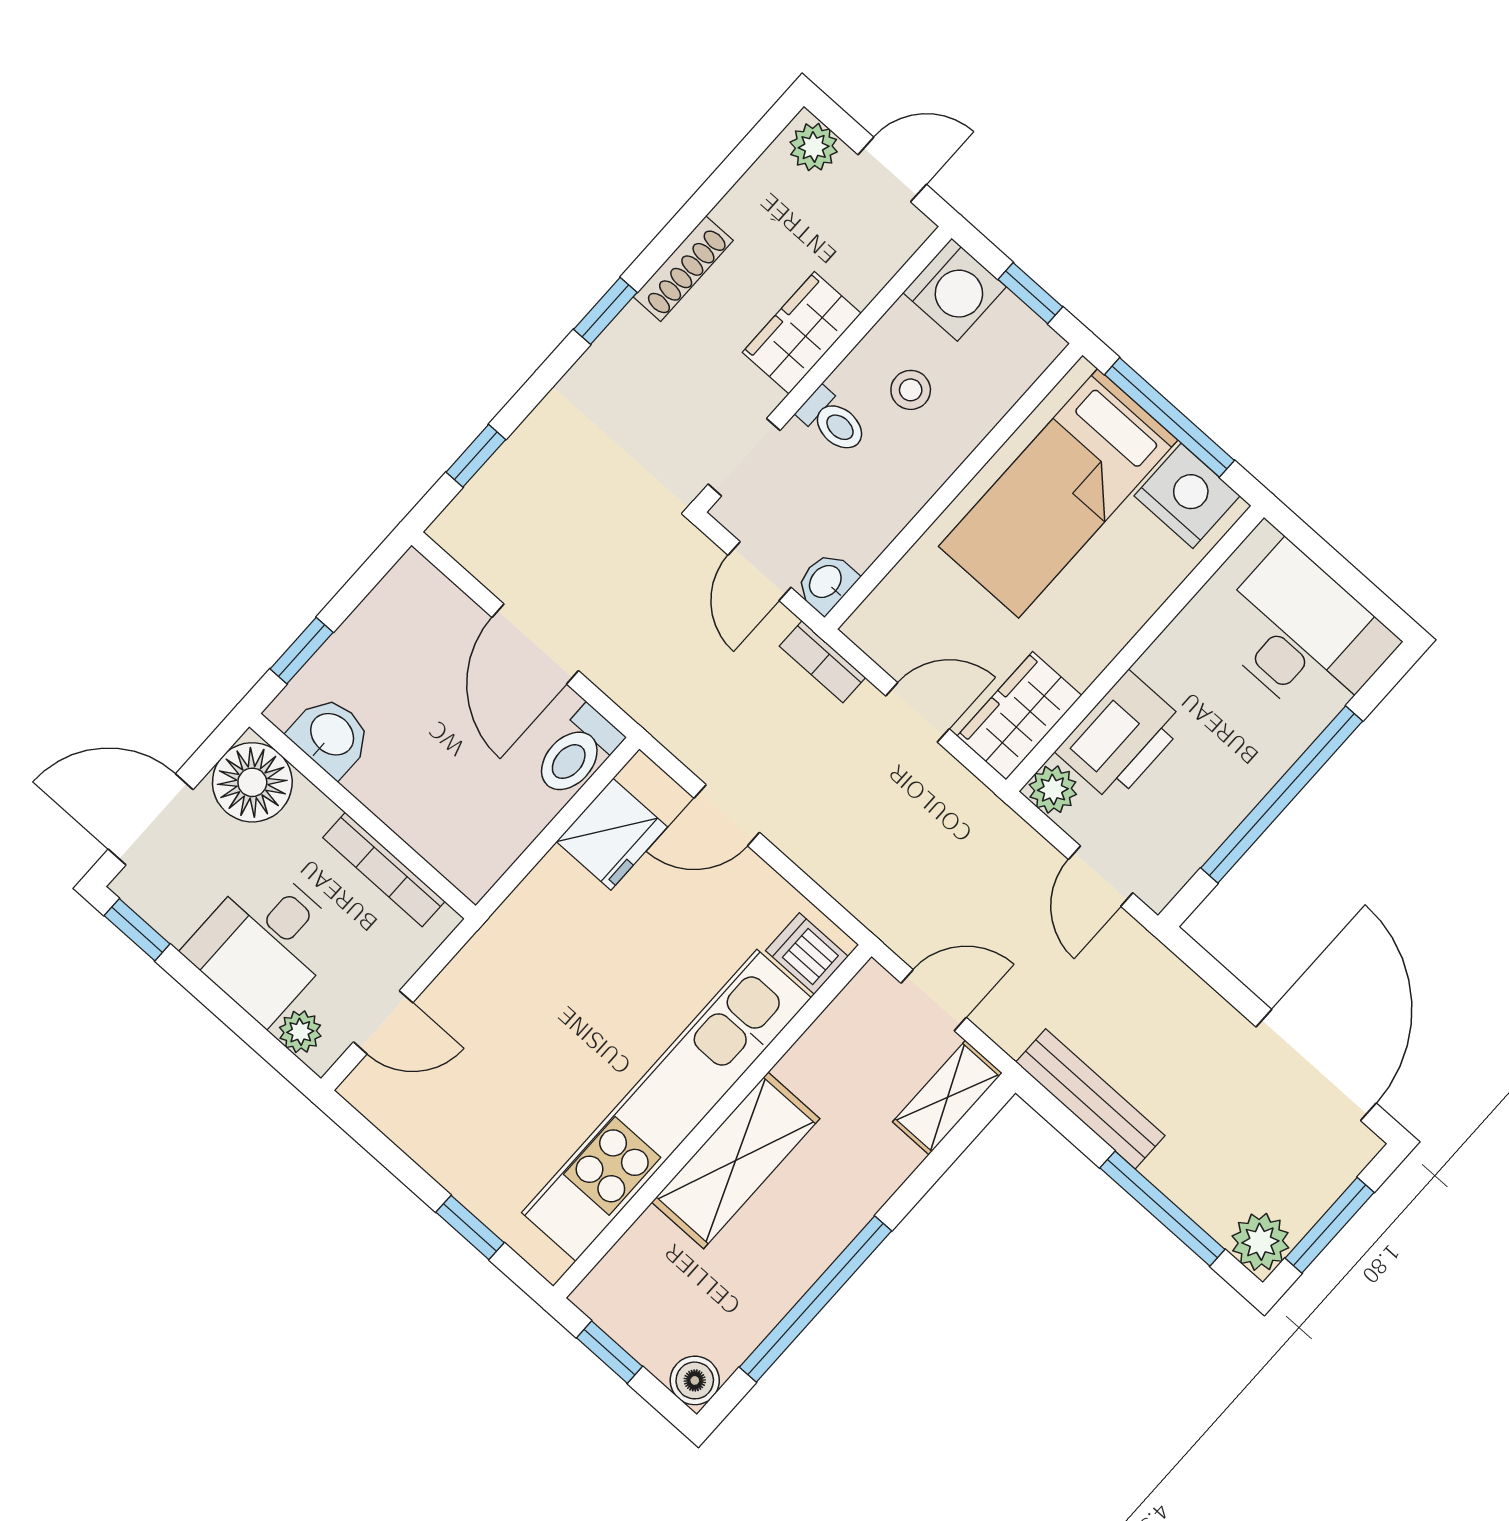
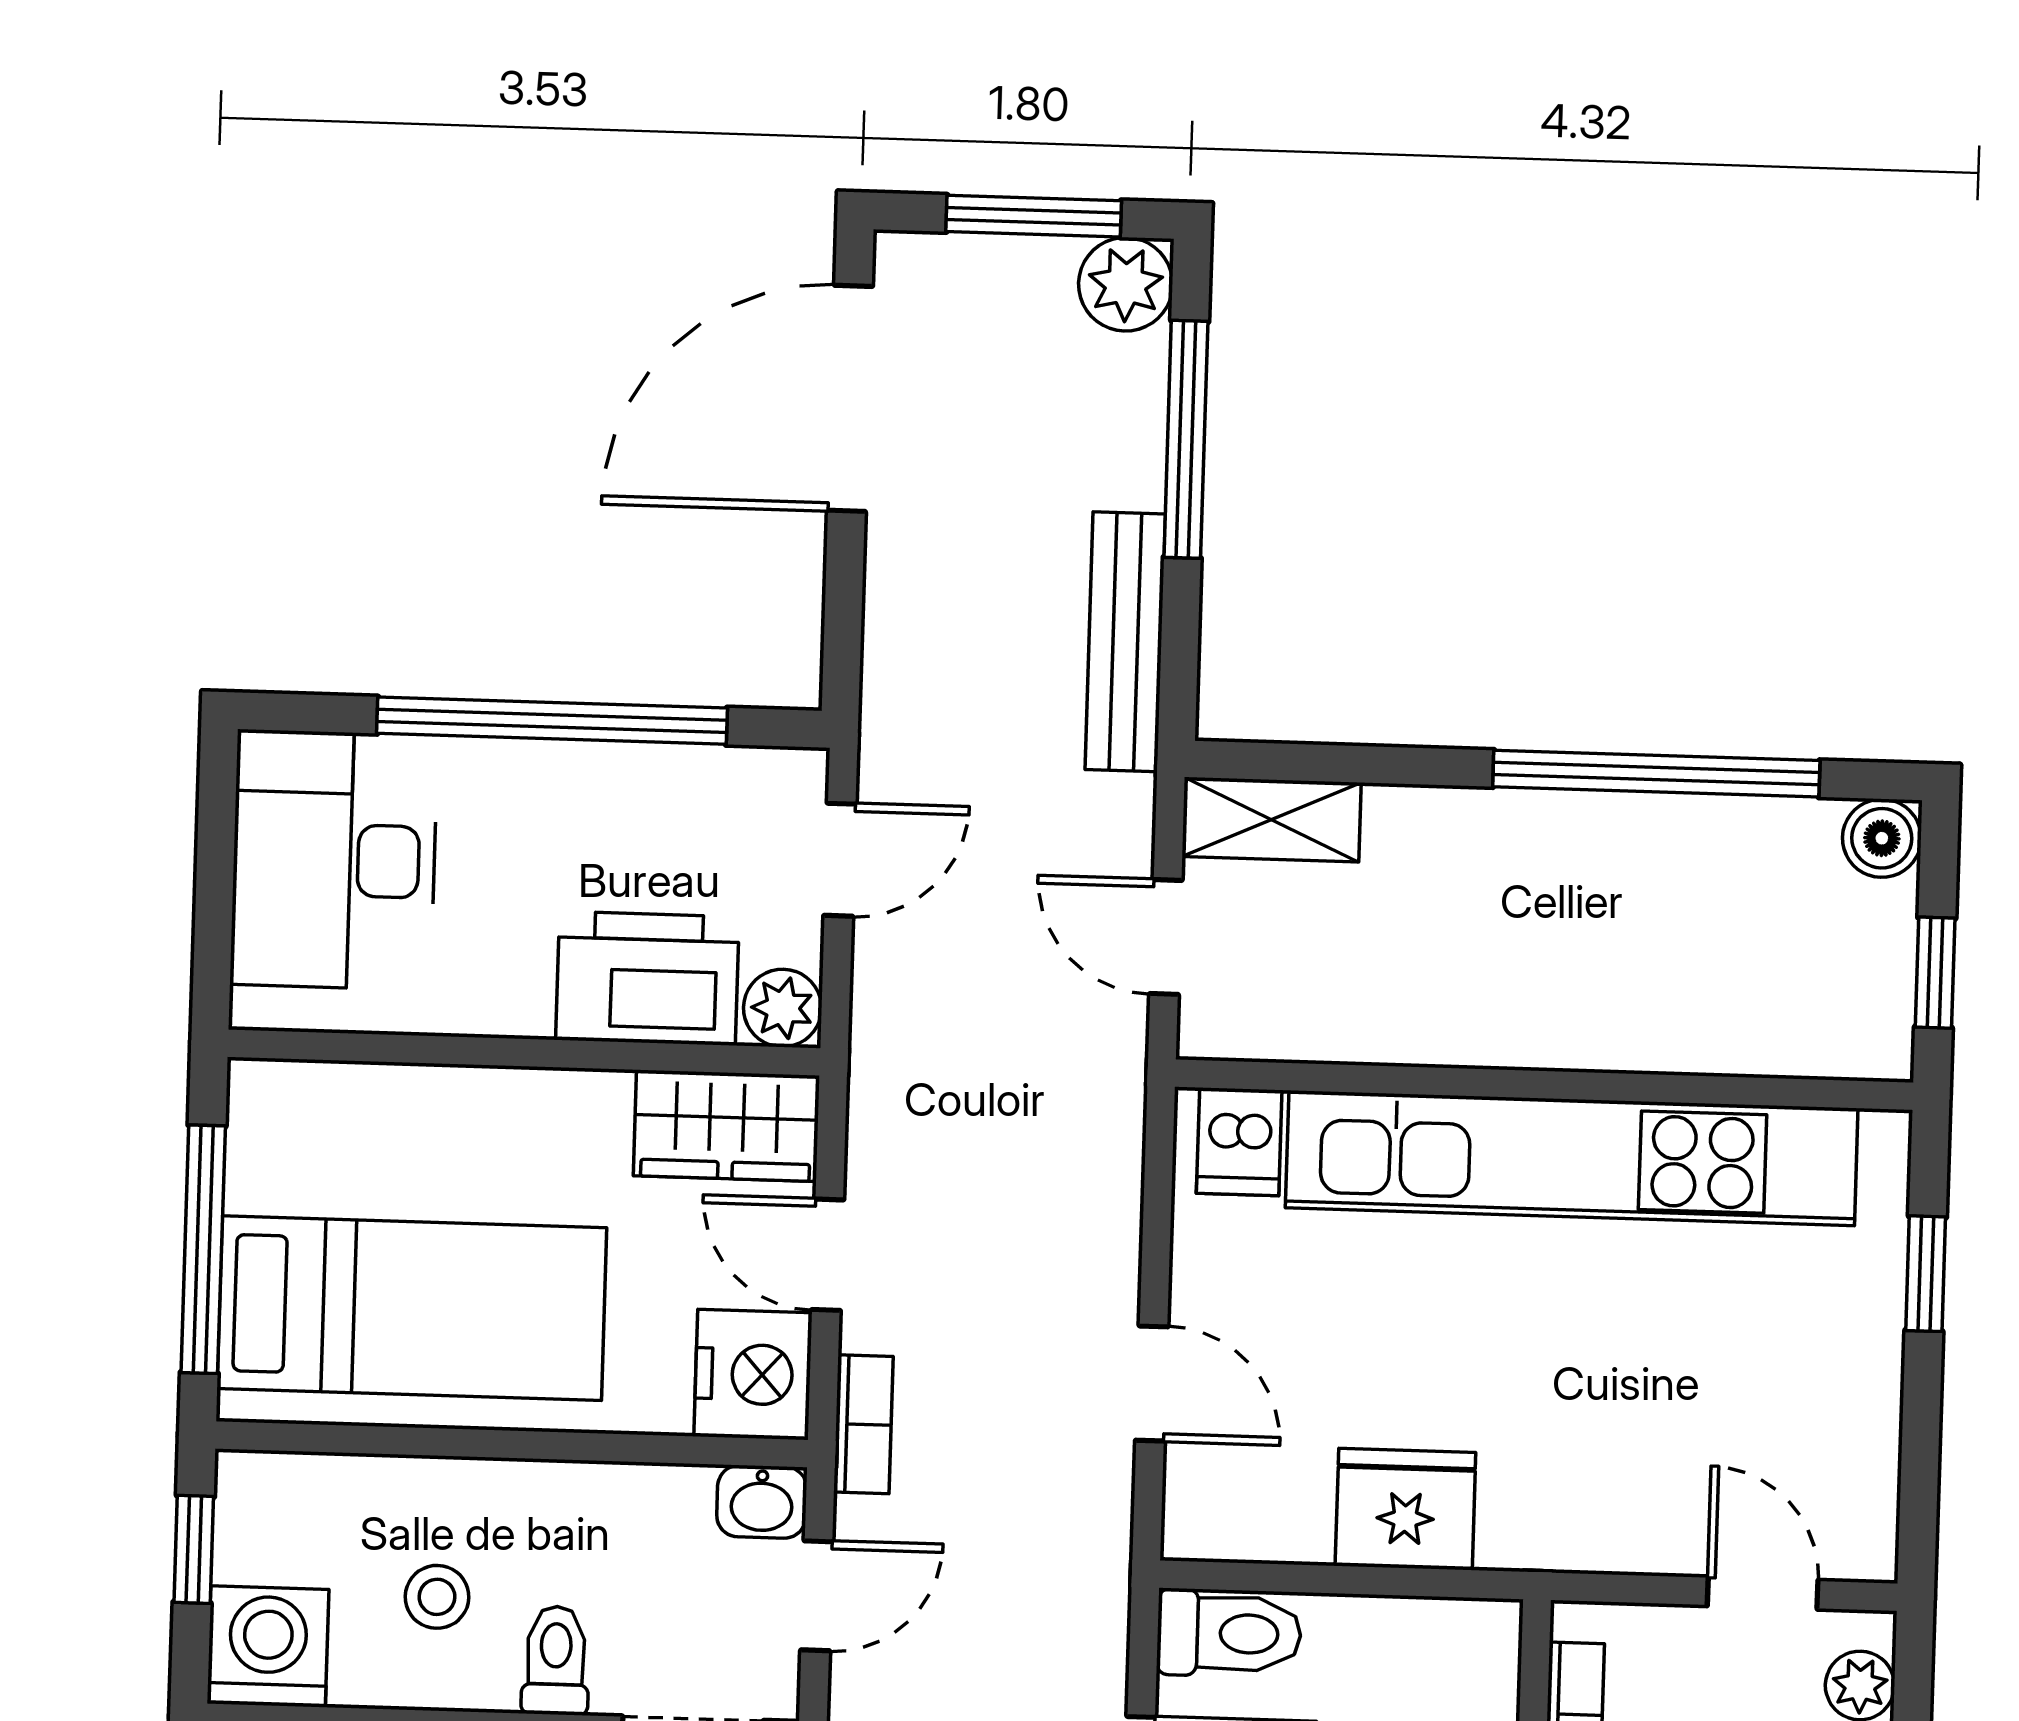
nightstand: (1187, 496) -> (753, 1375), moved, turned 180
fridge: (612, 834) -> (1405, 1509), moved
shelving: (736, 1160) -> (1568, 1015), removed

